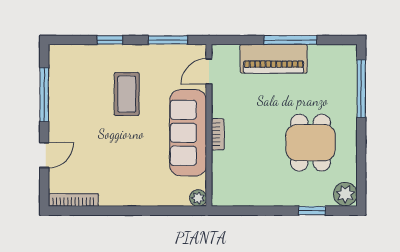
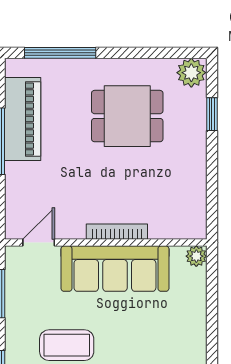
piano: (274, 59) -> (23, 119), moved
door: (209, 72) -> (39, 243), swing flipped
bookcase: (218, 134) -> (117, 232), width x1.56

